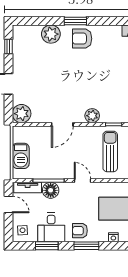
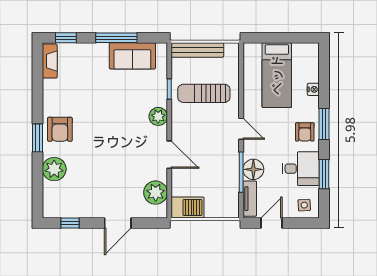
plant: (22, 114) -> (156, 193), moved
barbecue: (21, 156) -> (188, 208), moved
door: (82, 181) -> (241, 129), swing flipped

